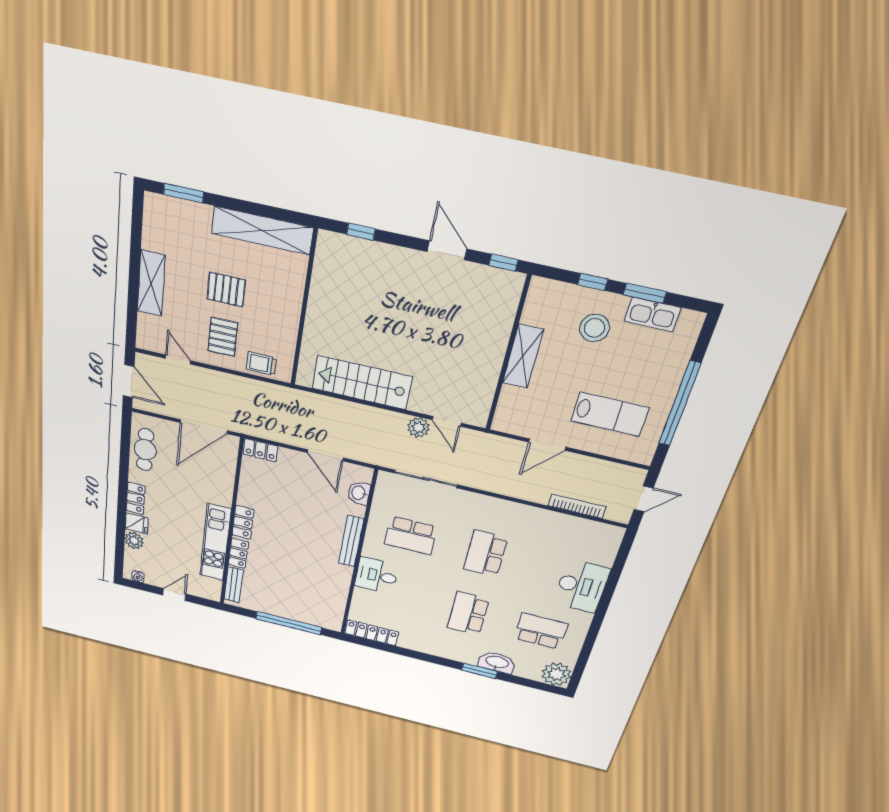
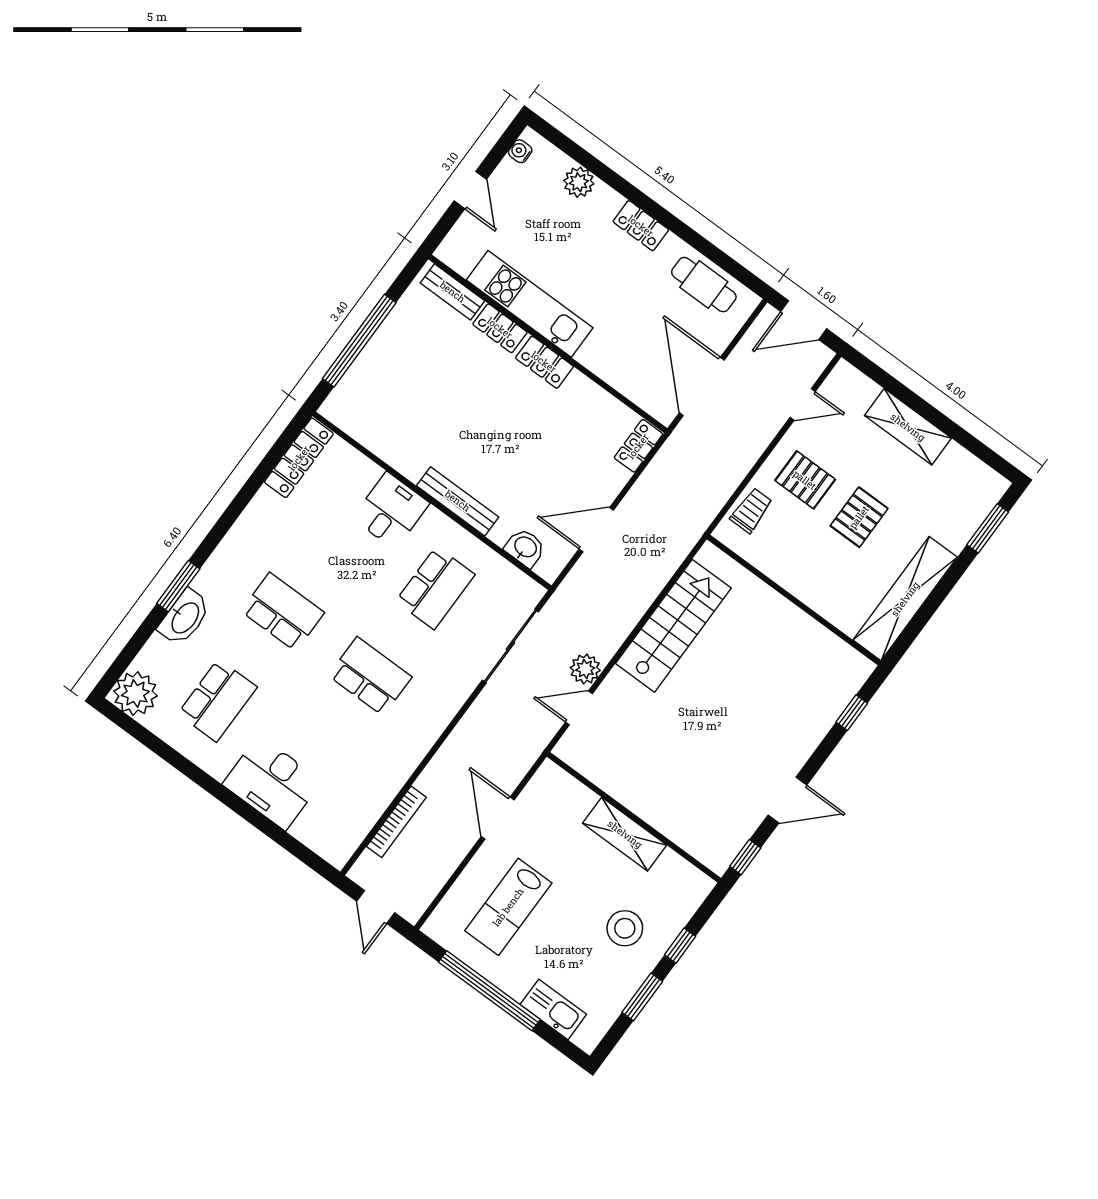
kitchen sink: (652, 314) -> (553, 1009), moved, turned 90
fridge: (137, 523) -> (603, 203), removed
school desk: (411, 535) -> (435, 588), turned 180

